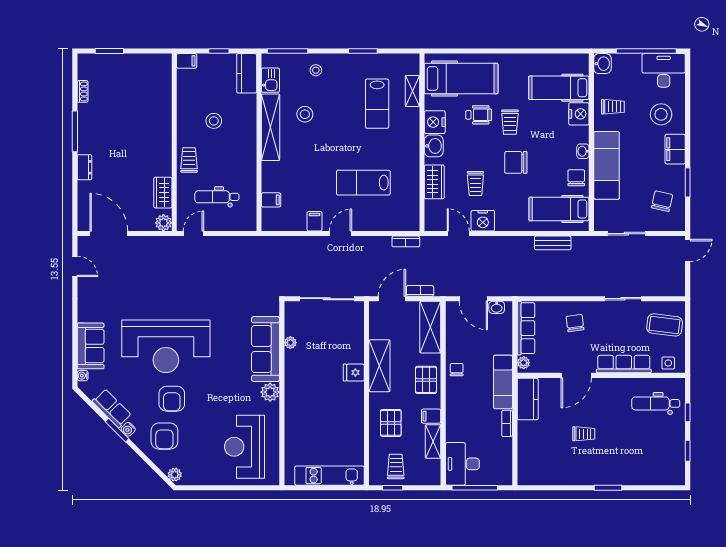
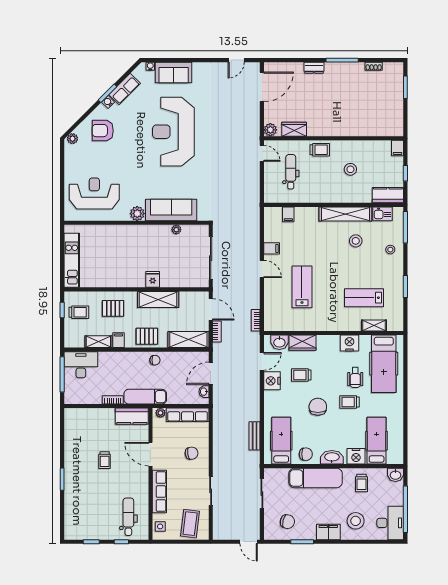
washbasin: (434, 146) -> (279, 342), moved
washbasin: (583, 151) -> (332, 457), width x1.91, depth x1.45
armchair: (172, 399) -> (132, 136), removed

